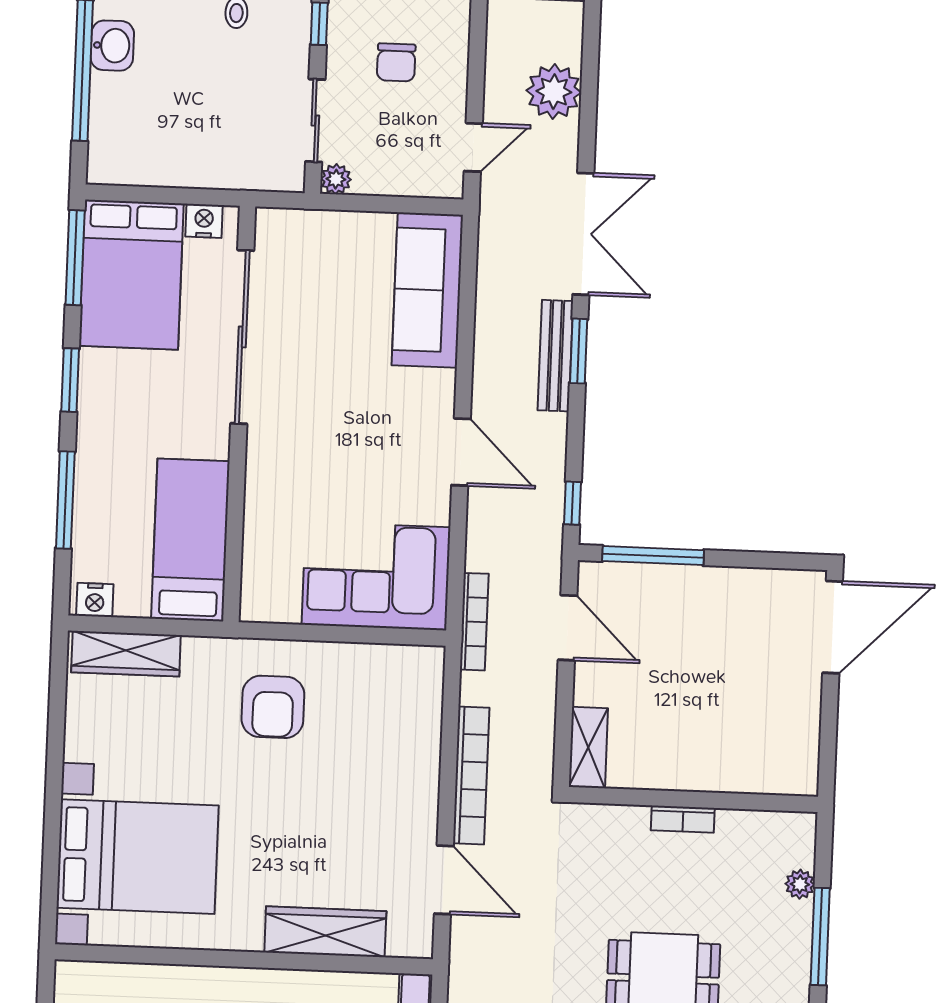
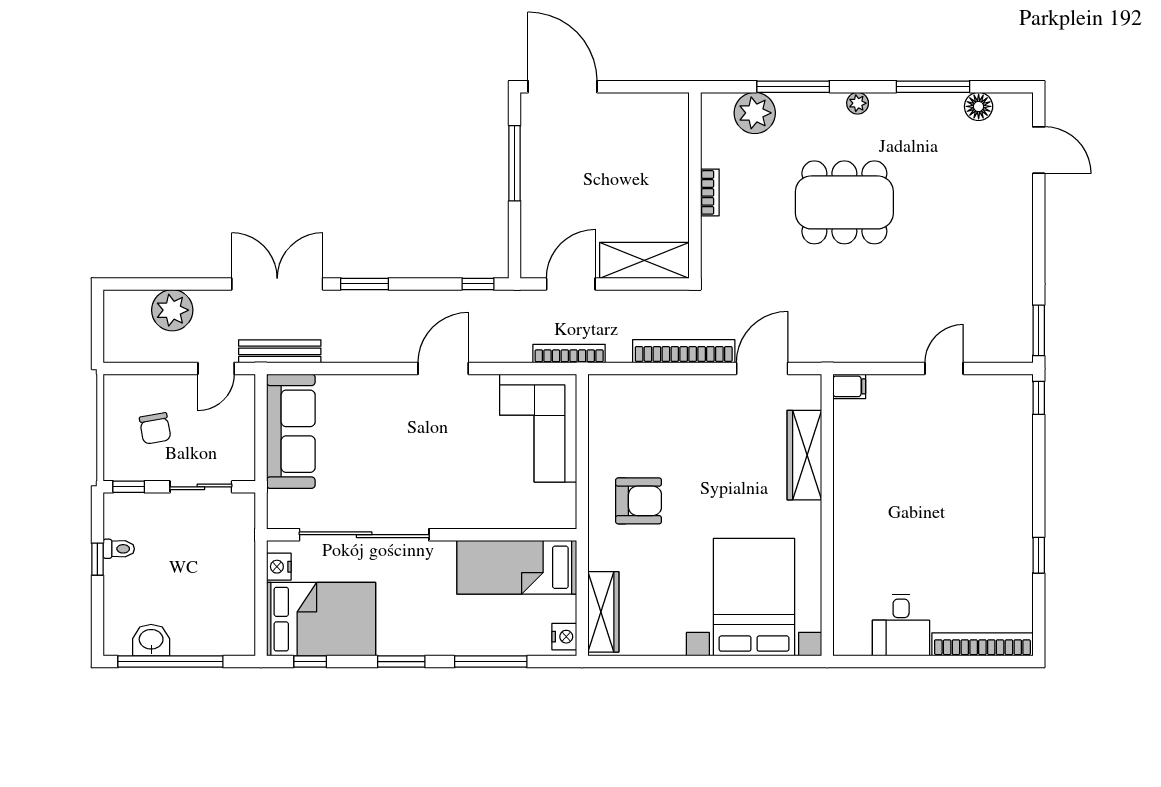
chair: (396, 62) -> (155, 428), turned 80
door: (473, 147) -> (216, 368), swing flipped
plant: (336, 179) -> (244, 470), removed
window: (75, 258) -> (310, 662), width x0.46
sofa: (427, 290) -> (291, 431), moved, turned -90
bench: (555, 356) -> (280, 351), moved
window: (653, 556) -> (515, 163), moved
shelving: (588, 748) -> (644, 260), width x1.50, depth x1.33
plant: (800, 884) -> (755, 113), width x1.88, depth x1.88

